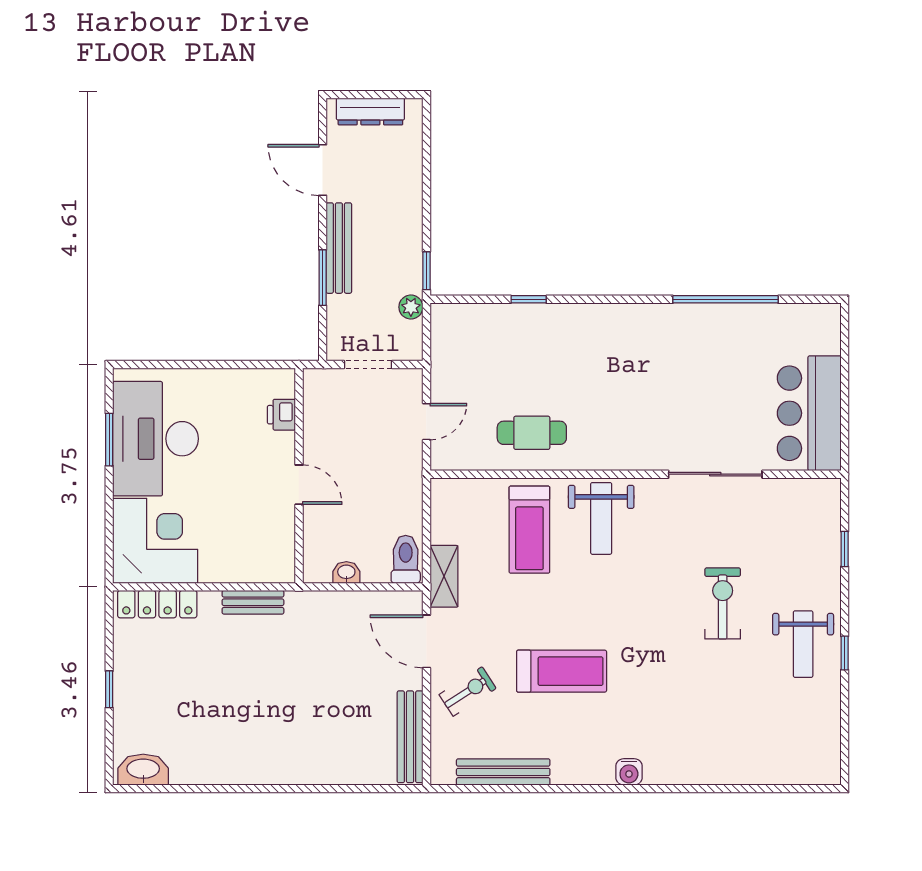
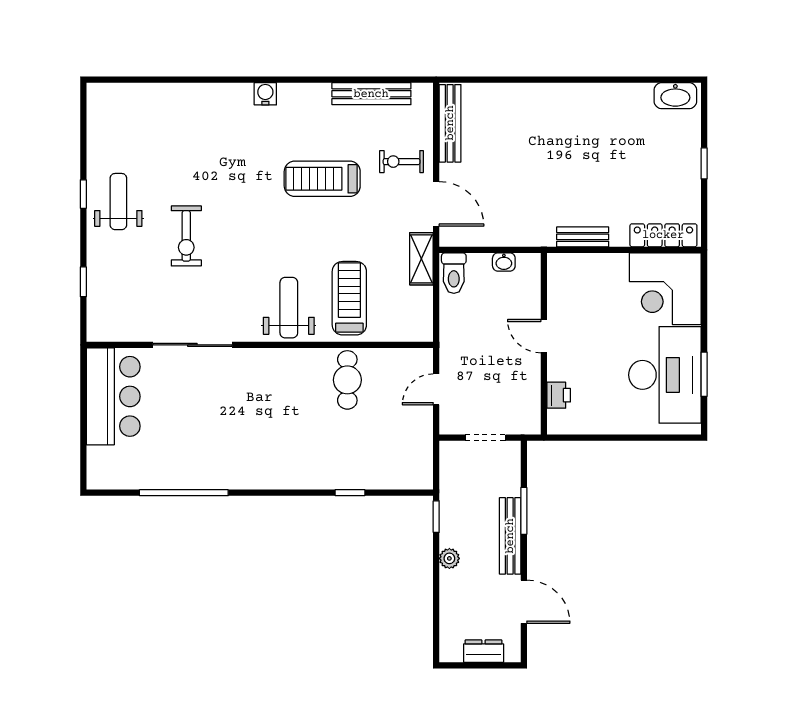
dresser: (370, 111) -> (484, 651), width x0.70
plant: (411, 307) -> (449, 558), moved
cafe table: (532, 433) -> (347, 380), turned 90
exercise bike: (468, 691) -> (401, 162), turned 33

